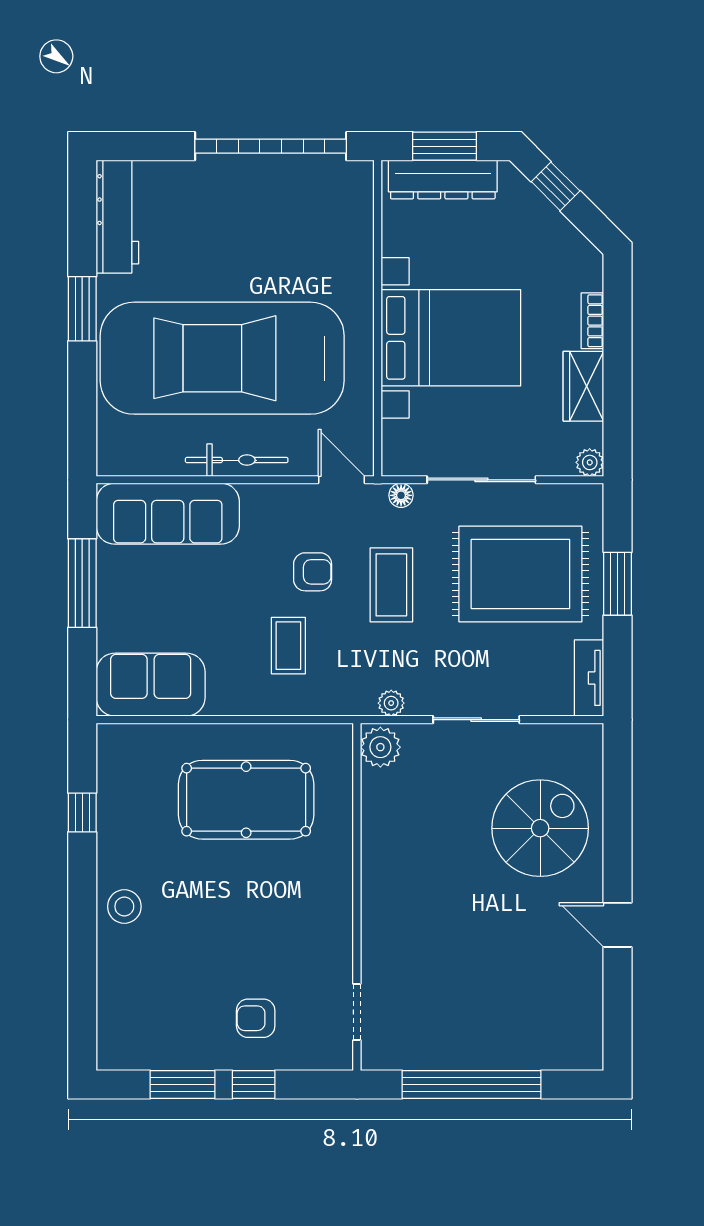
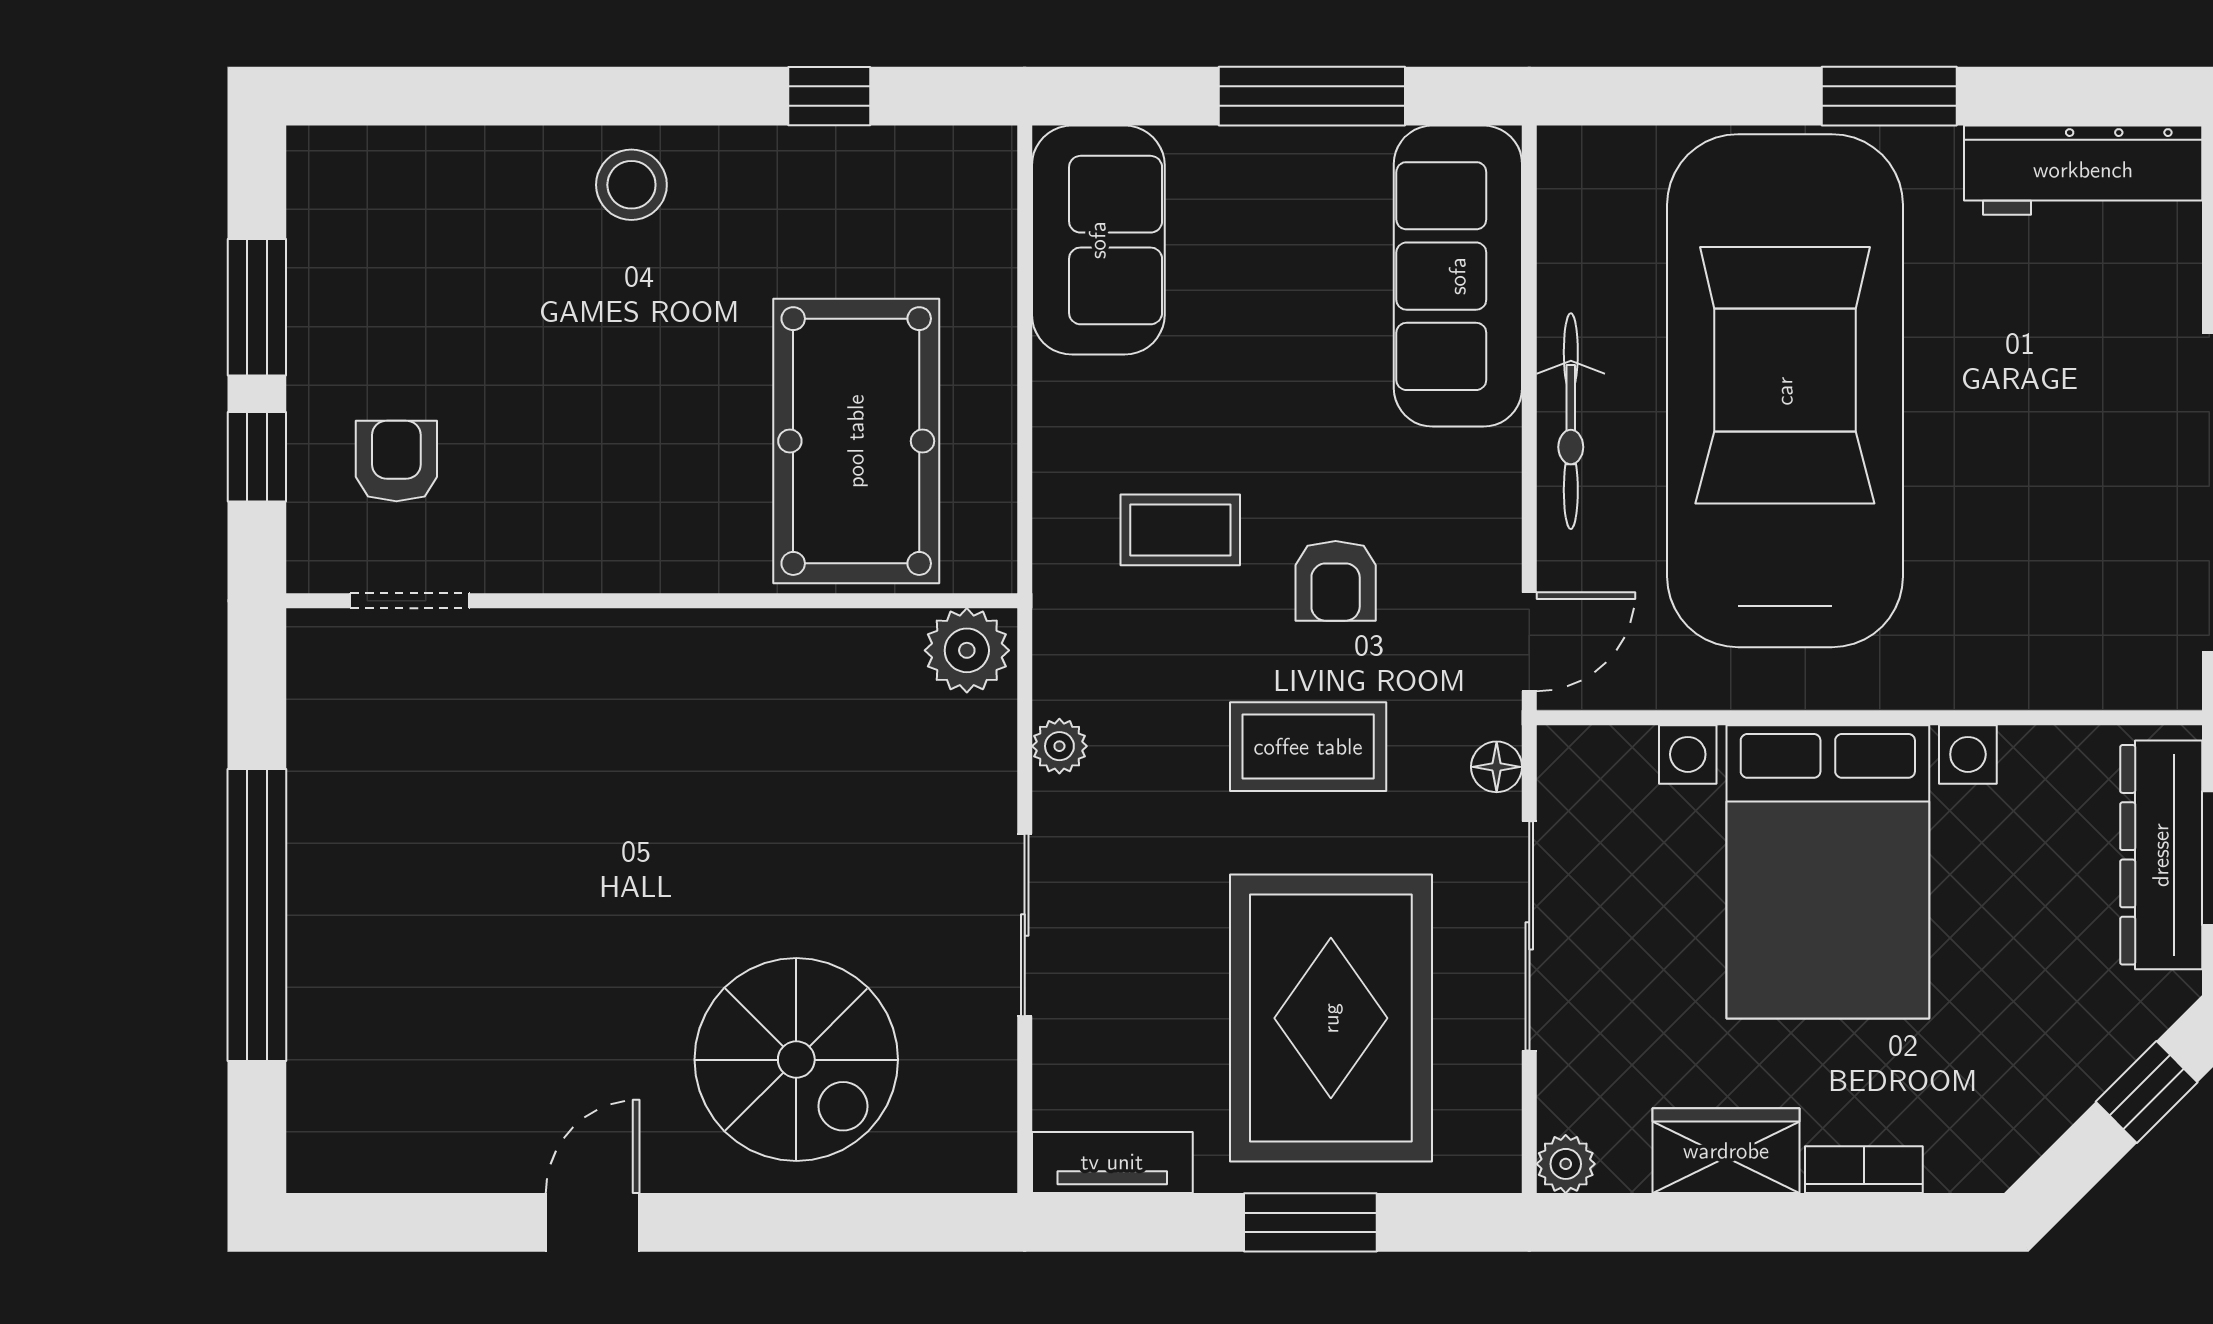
plant: (380, 747) -> (967, 650), moved
wall: (357, 897) -> (652, 601), moved
doorway: (357, 1012) -> (410, 601), moved

